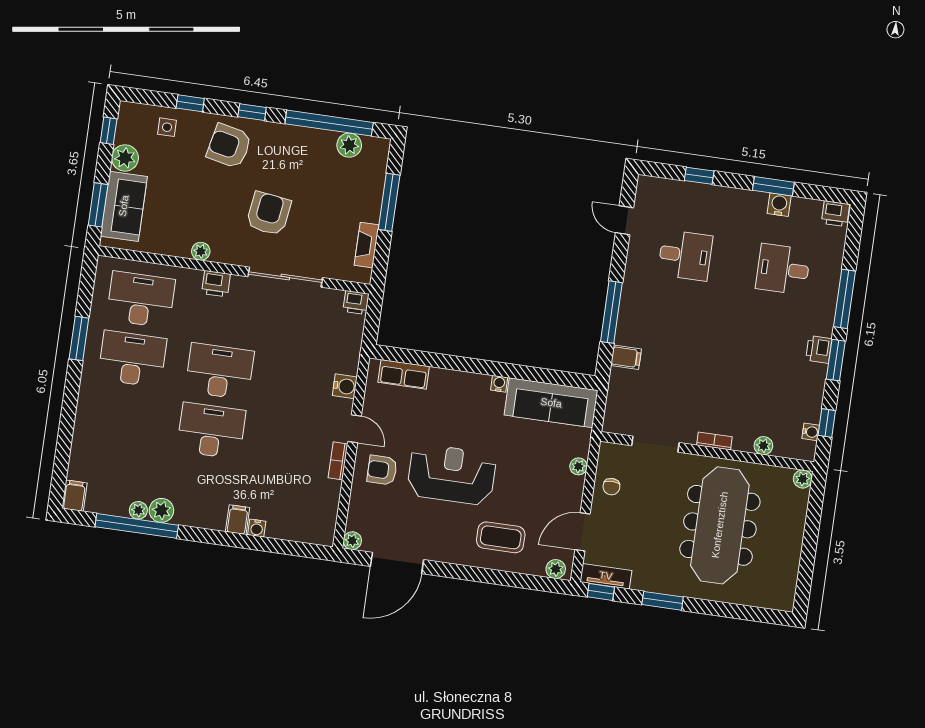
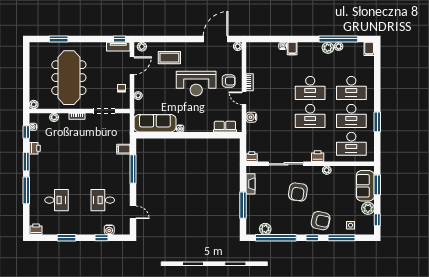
window: (190, 103) -> (341, 238), width x2.17
water cooler: (779, 205) -> (109, 230), moved
printer: (819, 349) -> (35, 148), moved
desk: (124, 418) -> (351, 88), added
window: (663, 601) -> (59, 39), moved

